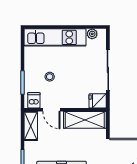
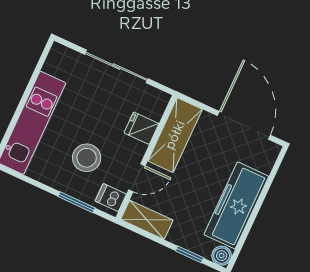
plant: (92, 34) -> (52, 65), removed
stool: (50, 77) -> (87, 158), width x1.89, depth x1.89
fridge: (98, 101) -> (141, 128), moved, turned 90

